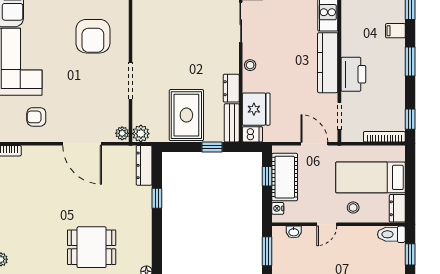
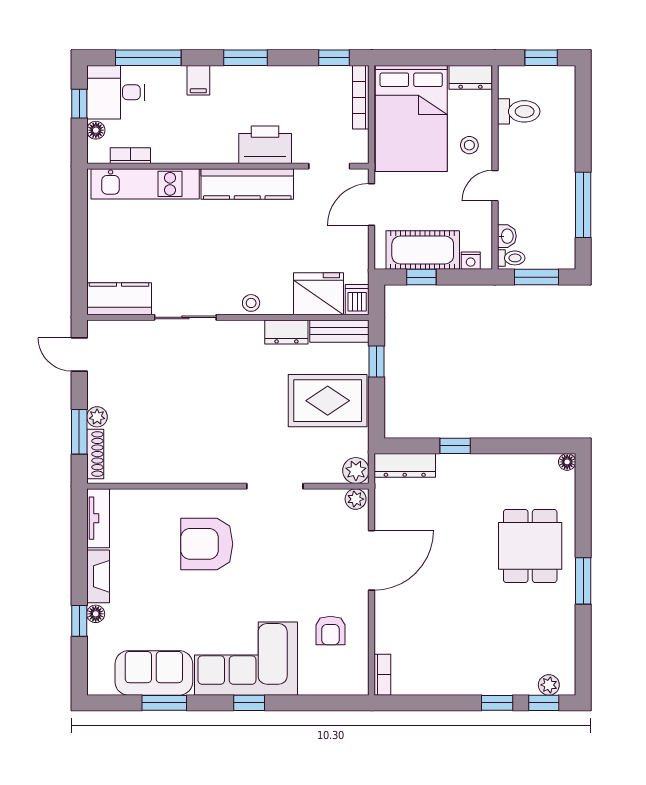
armchair: (93, 36) -> (207, 544), turned 180
bed: (370, 177) -> (411, 119), width x1.50
door: (327, 224) -> (495, 186), swing flipped
toilet: (391, 234) -> (519, 111), moved, turned -90
toilet: (279, 235) -> (511, 258), added

